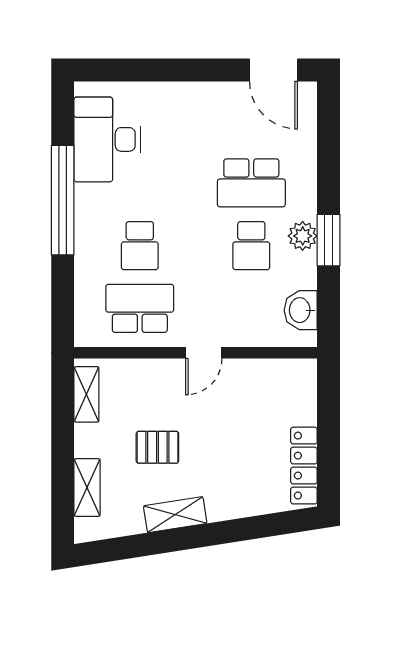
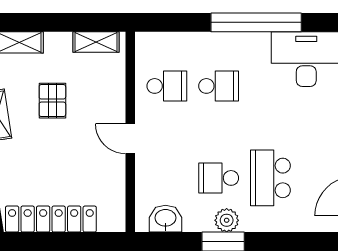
school desk: (140, 246) -> (219, 86), turned 180
school desk: (140, 308) -> (167, 86), width x0.54
locker: (304, 466) -> (51, 219), width x1.41, depth x1.21

